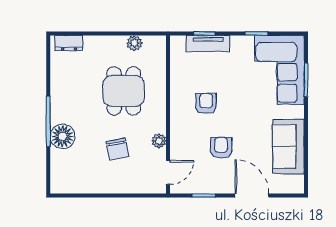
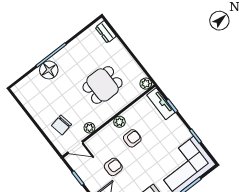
plant: (134, 43) -> (146, 84), moved
tv unit: (208, 44) -> (161, 104), moved
plant: (178, 103) -> (119, 122), added
chair: (117, 149) -> (61, 125), moved

